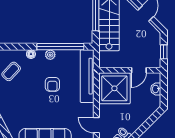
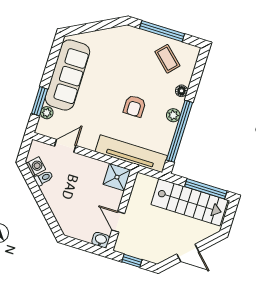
armchair: (52, 84) -> (135, 106), turned -90
shower: (114, 88) -> (117, 177), width x0.54, depth x0.54
washbasin: (156, 89) -> (101, 240), moved

